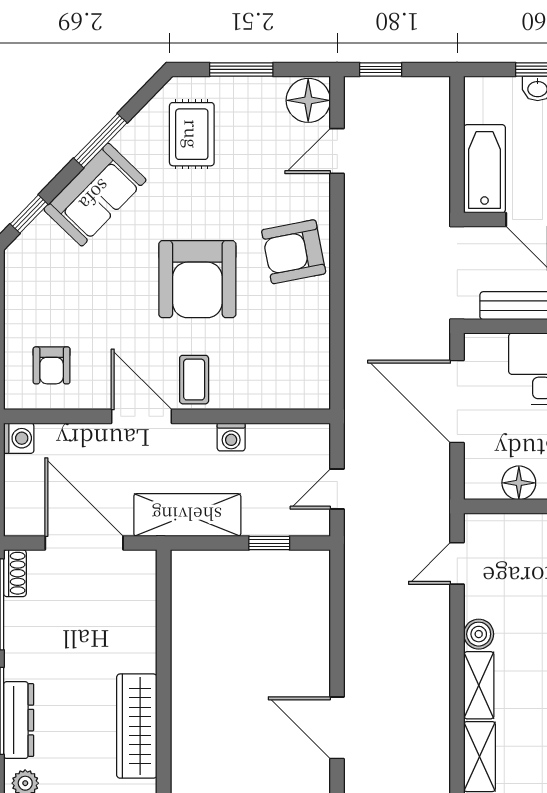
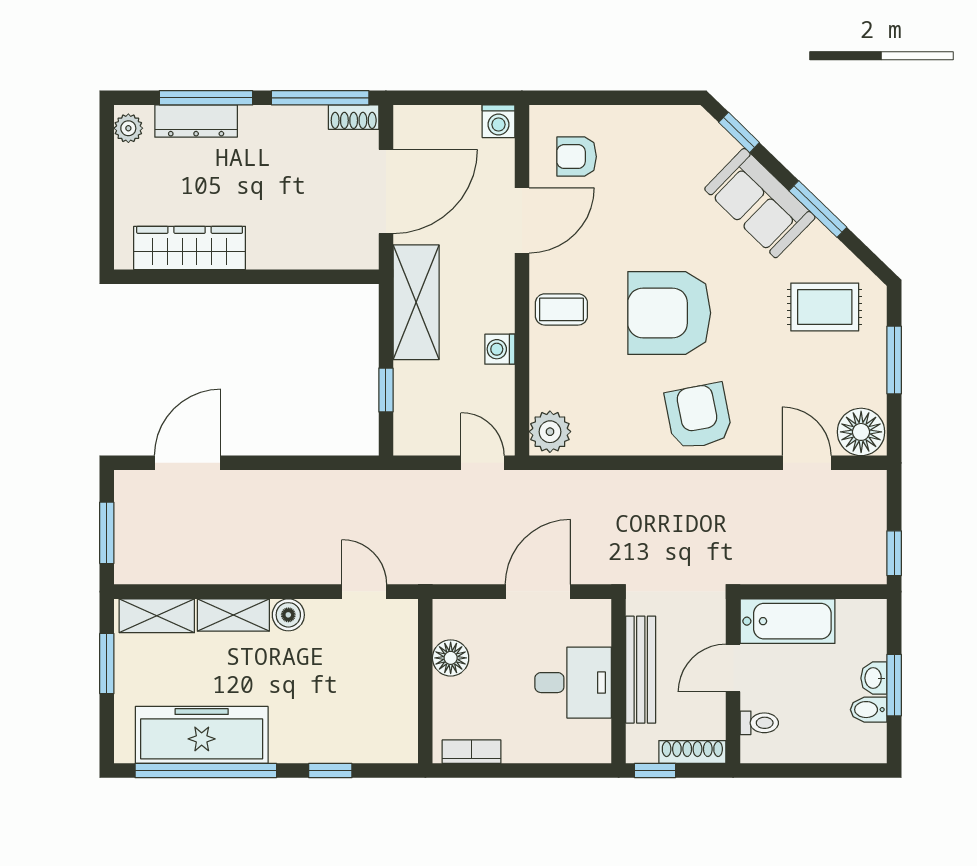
window: (381, 69) -> (894, 553), moved
plant: (308, 390) -> (550, 432), added
door: (457, 402) -> (538, 592), width x0.73
door: (141, 416) -> (522, 220), moved
door: (337, 489) -> (483, 463), moved

